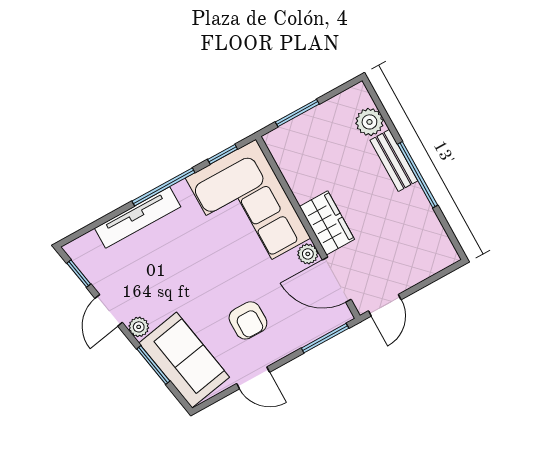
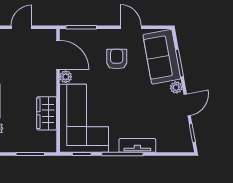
tv unit: (138, 218) -> (137, 145), width x0.71
wardrobe: (327, 223) -> (47, 113), moved
door: (385, 305) -> (22, 27), moved

